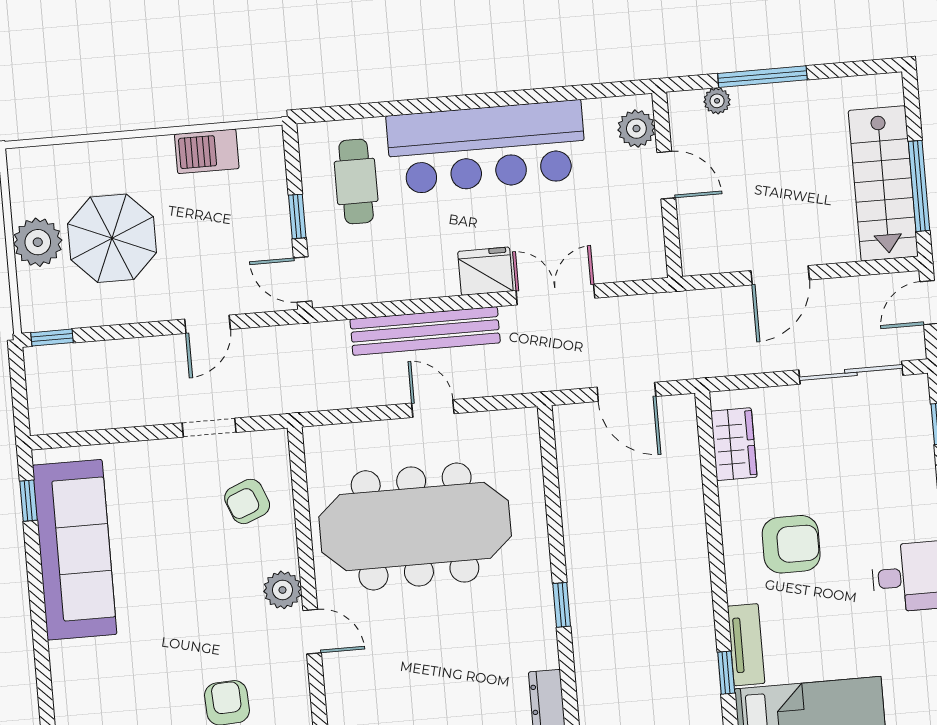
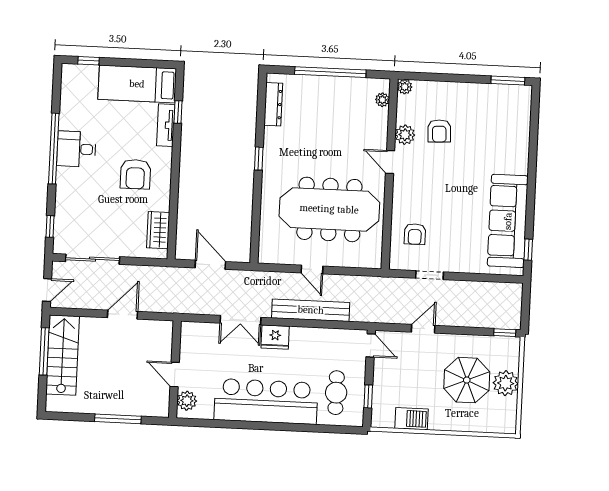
plant: (717, 101) -> (143, 409), removed
window: (297, 216) -> (368, 396), moved
armchair: (247, 501) -> (415, 234), turned 112
armchair: (791, 544) -> (135, 174), turned -90
plant: (283, 590) -> (405, 135), moved

